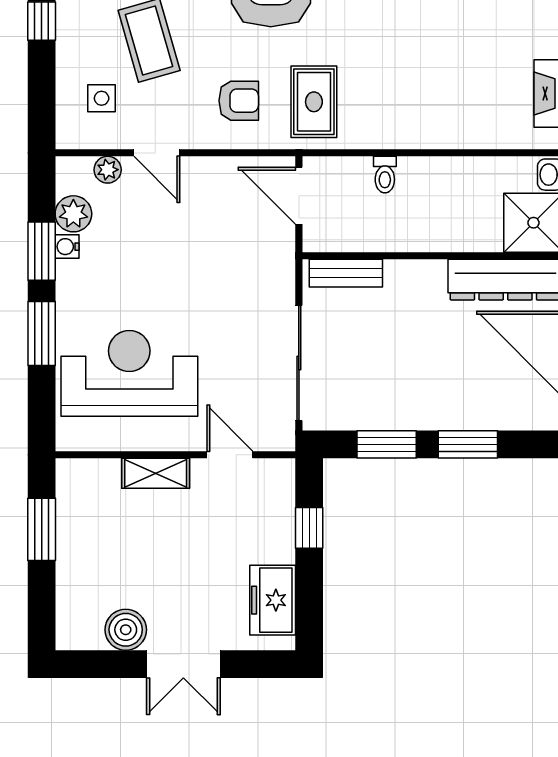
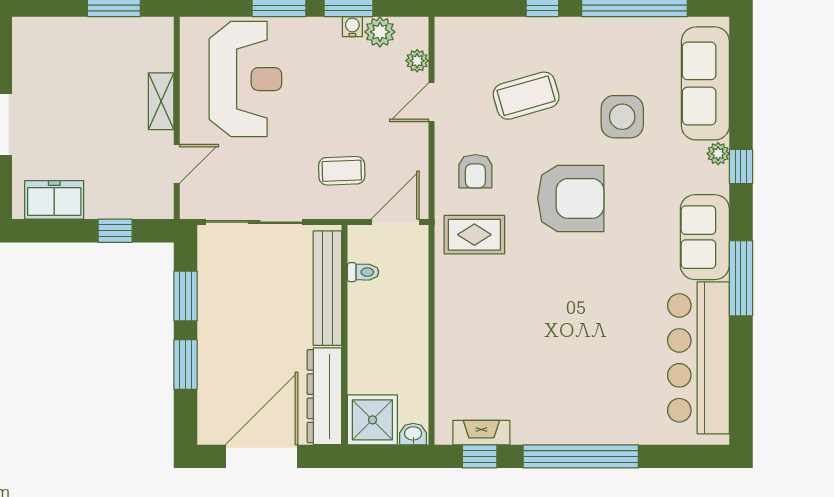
side table: (102, 98) -> (477, 56), removed
toilet: (385, 175) -> (363, 272), moved, turned 180
coffee table: (238, 259) -> (342, 171), added
bench: (346, 273) -> (327, 288), width x1.86, depth x1.21
boiler: (126, 630) -> (29, 76), removed

